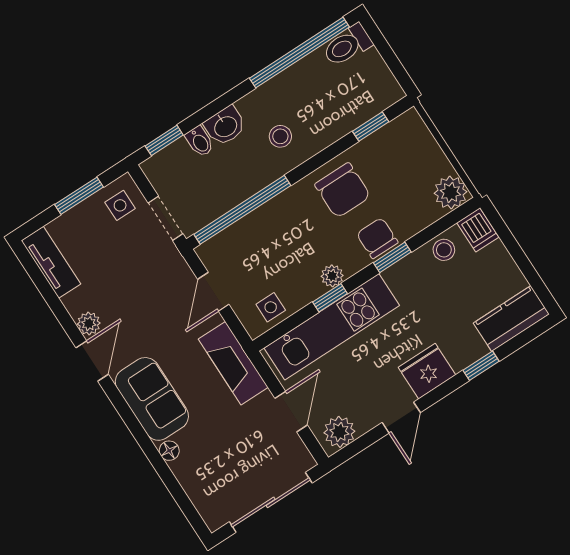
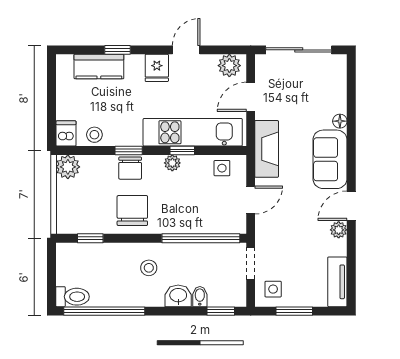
kitchen counter: (511, 319) -> (99, 67), moved
fridge: (427, 371) -> (157, 68), width x0.72

